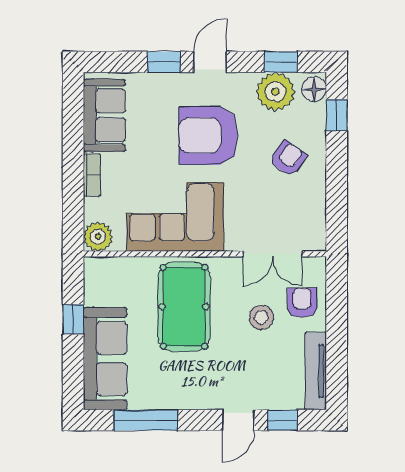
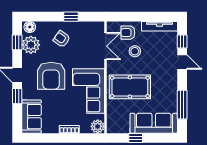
sofa: (104, 115) -> (32, 117), moved, turned 90
window: (337, 115) -> (71, 17), moved

